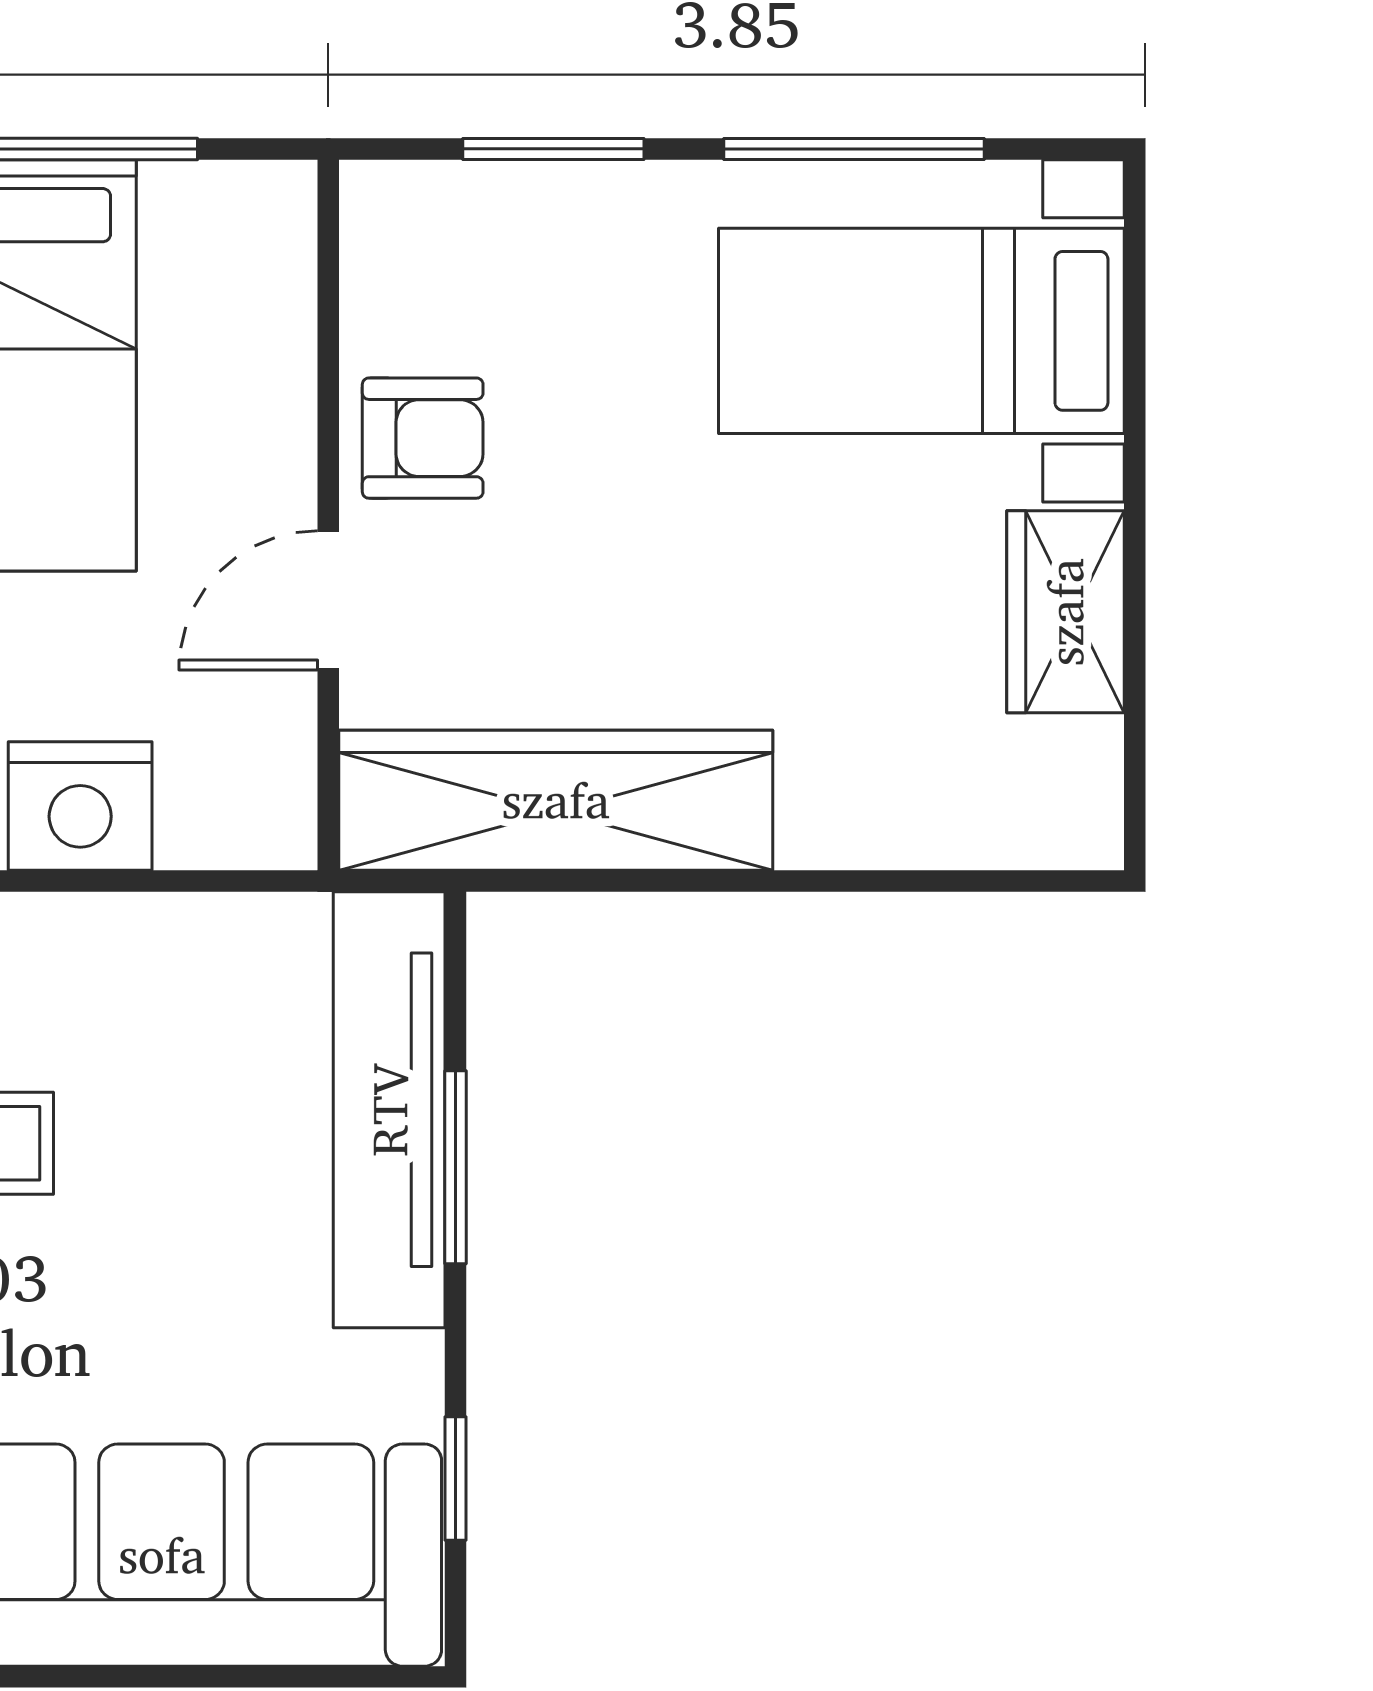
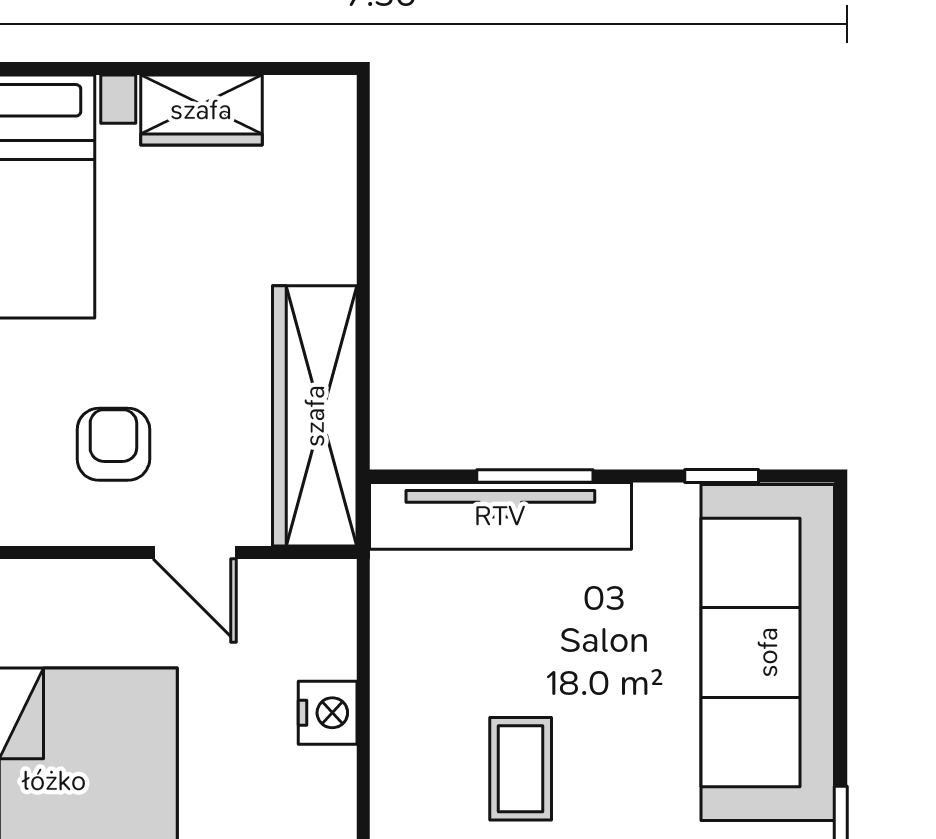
armchair: (423, 438) -> (113, 444), moved
nightstand: (80, 806) -> (328, 713), width x0.74, depth x0.75

